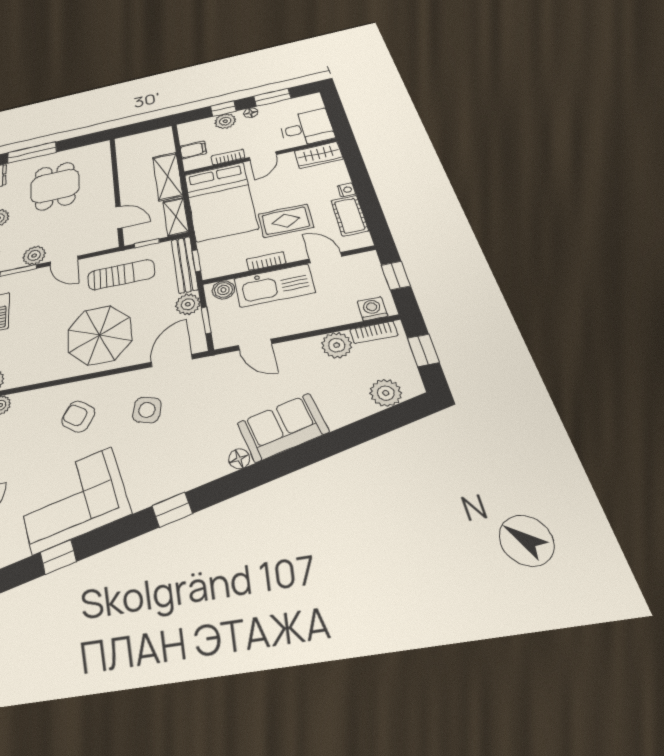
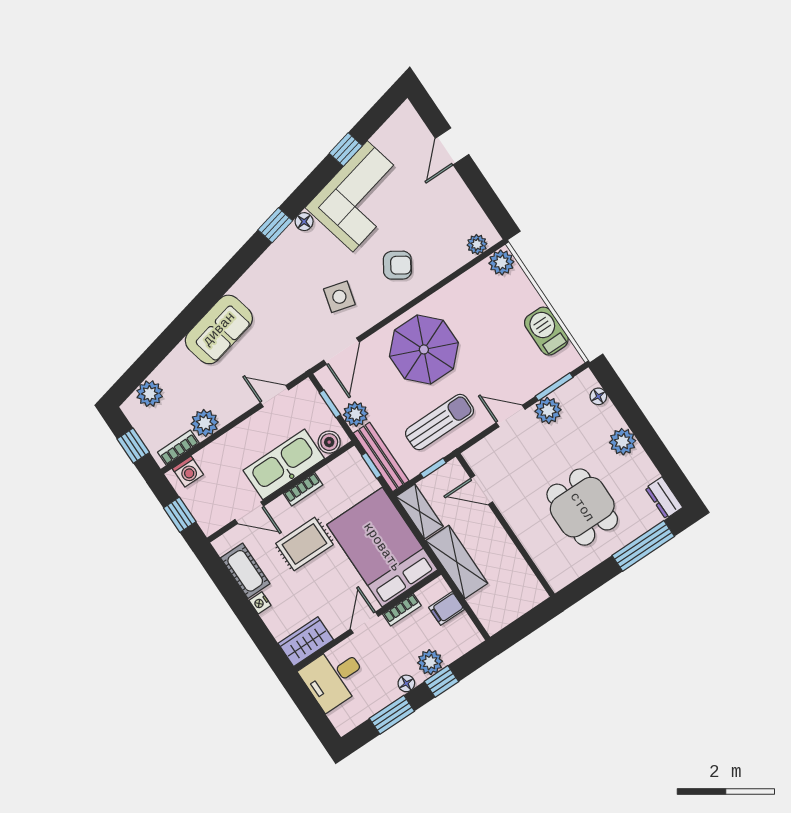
sun lounger: (121, 275) -> (440, 422), turned 180
floor lamp: (239, 459) -> (304, 222), moved

